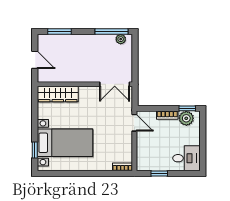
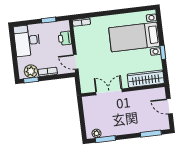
window: (111, 32) -> (105, 139), width x0.69
double door: (115, 84) -> (109, 92), moved
window: (35, 150) -> (163, 52), moved
printer: (143, 151) -> (65, 38), added
desk: (186, 158) -> (27, 40), width x1.37

